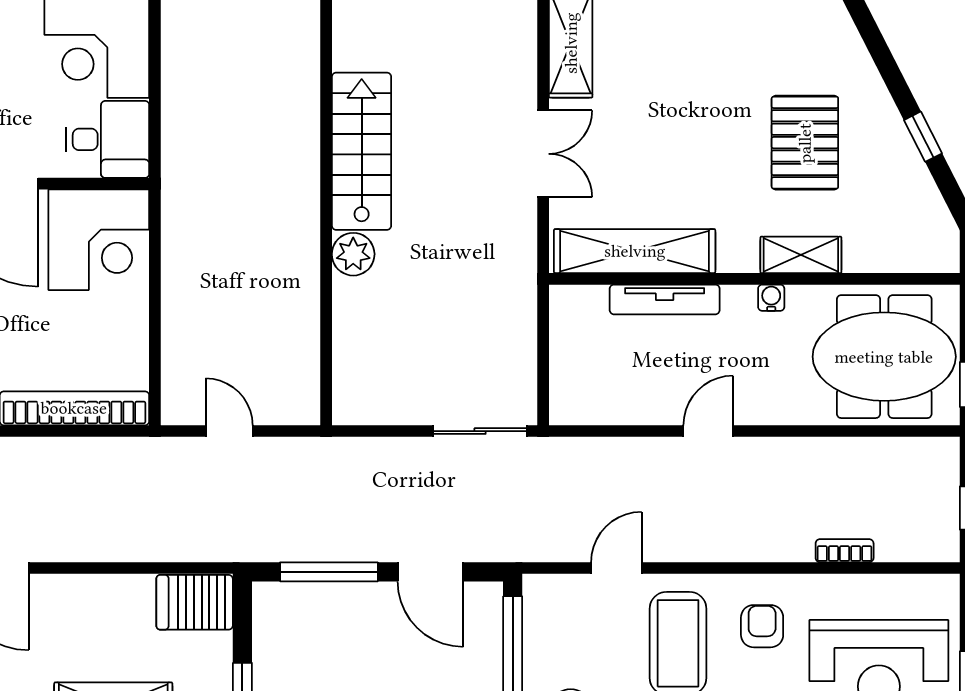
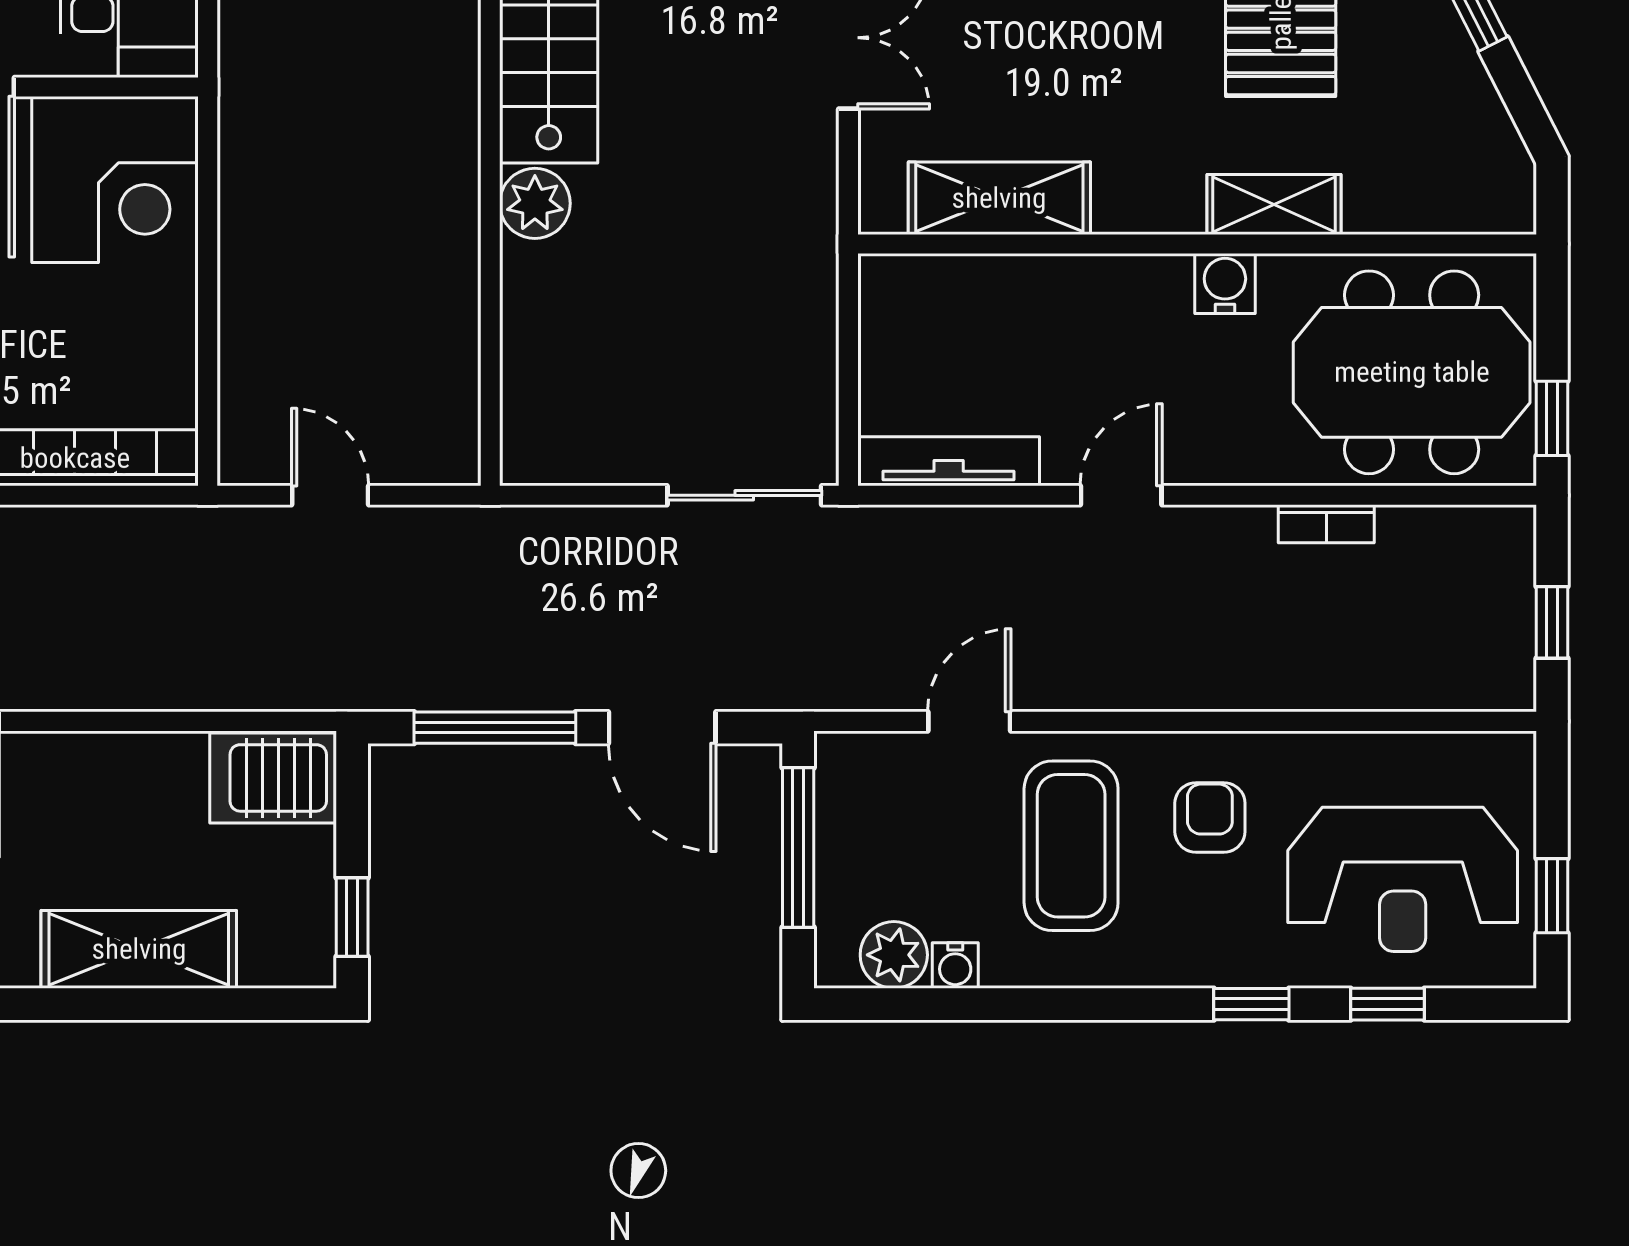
shelving: (635, 251) -> (999, 198), width x0.68
water cooler: (771, 298) -> (1225, 284), width x1.38, depth x1.38
tv unit: (665, 299) -> (949, 461), moved, turned 180
bookcase: (845, 551) -> (1326, 524), moved, turned 180

